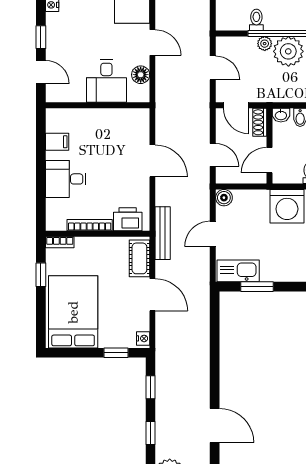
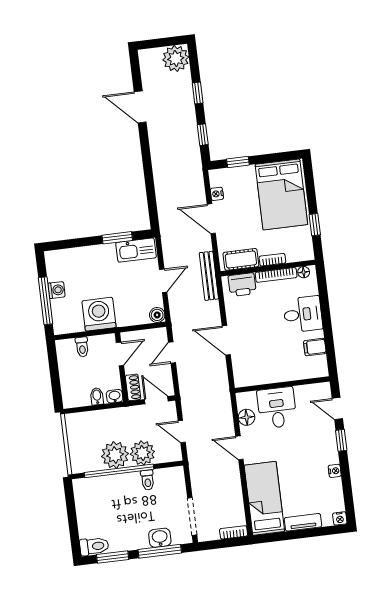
plant: (265, 44) -> (142, 453), width x1.87, depth x1.87
door: (213, 155) -> (172, 353), hinge flipped
floor lamp: (59, 225) -> (304, 272), added
bookcase: (60, 242) -> (272, 260), moved
cot: (139, 258) -> (241, 259), moved, turned 90
nightstand: (143, 338) -> (217, 194), moved

